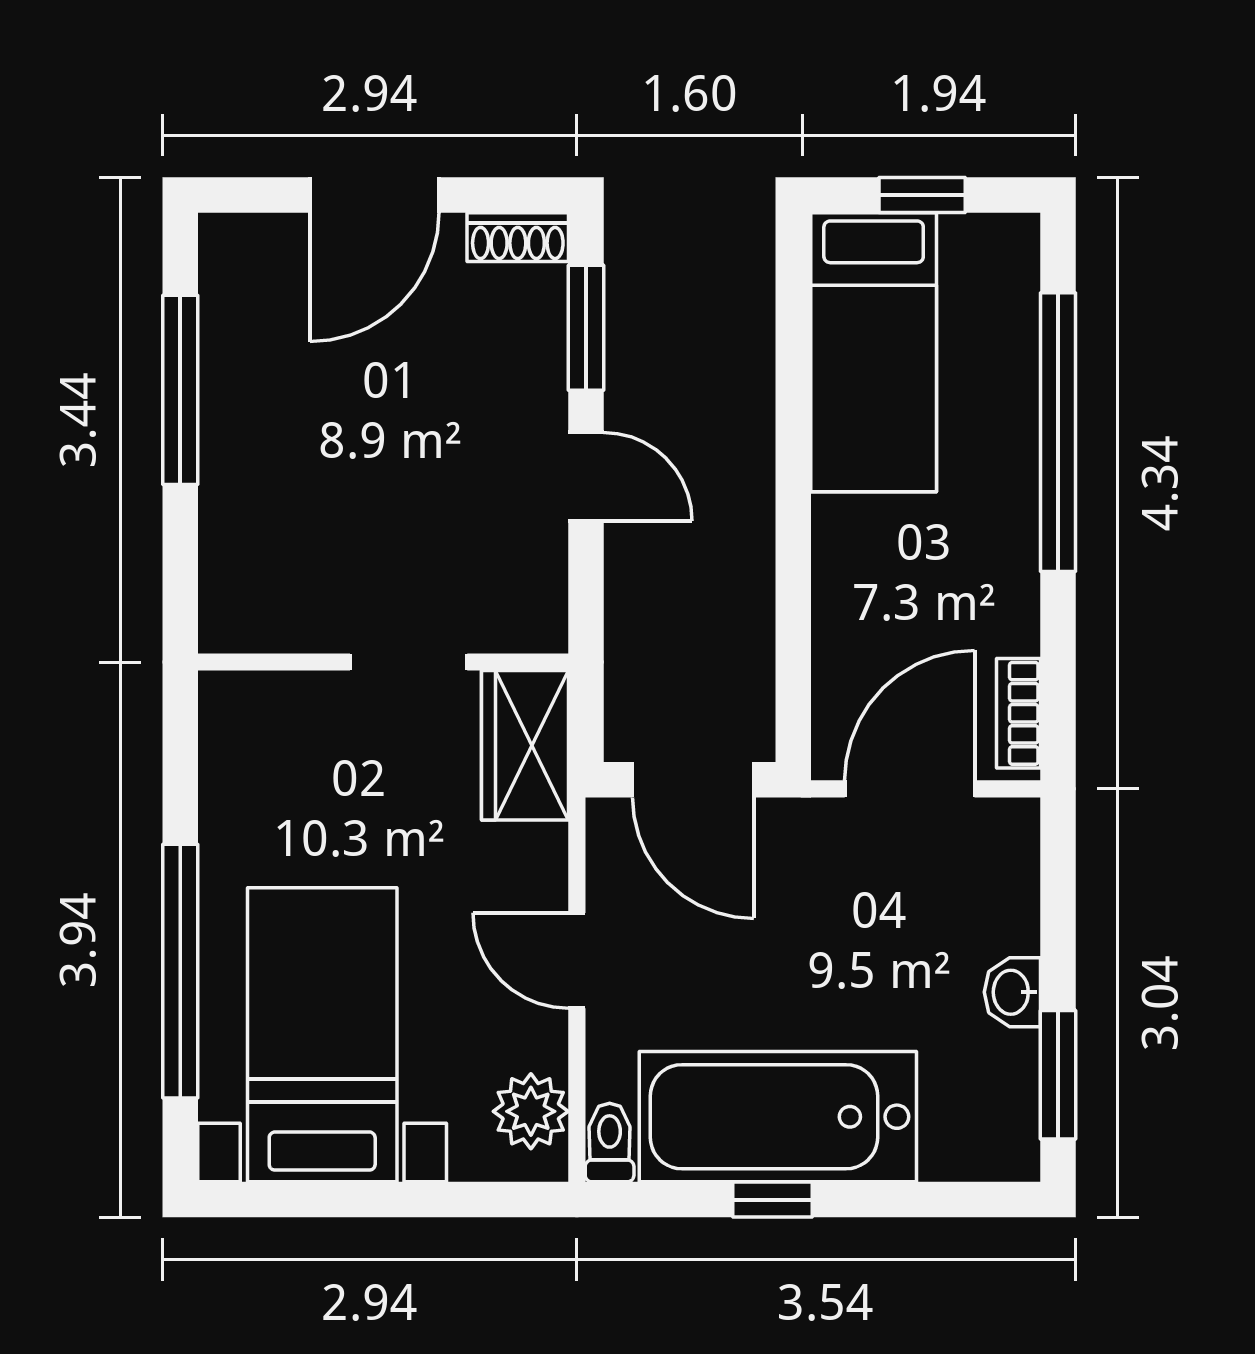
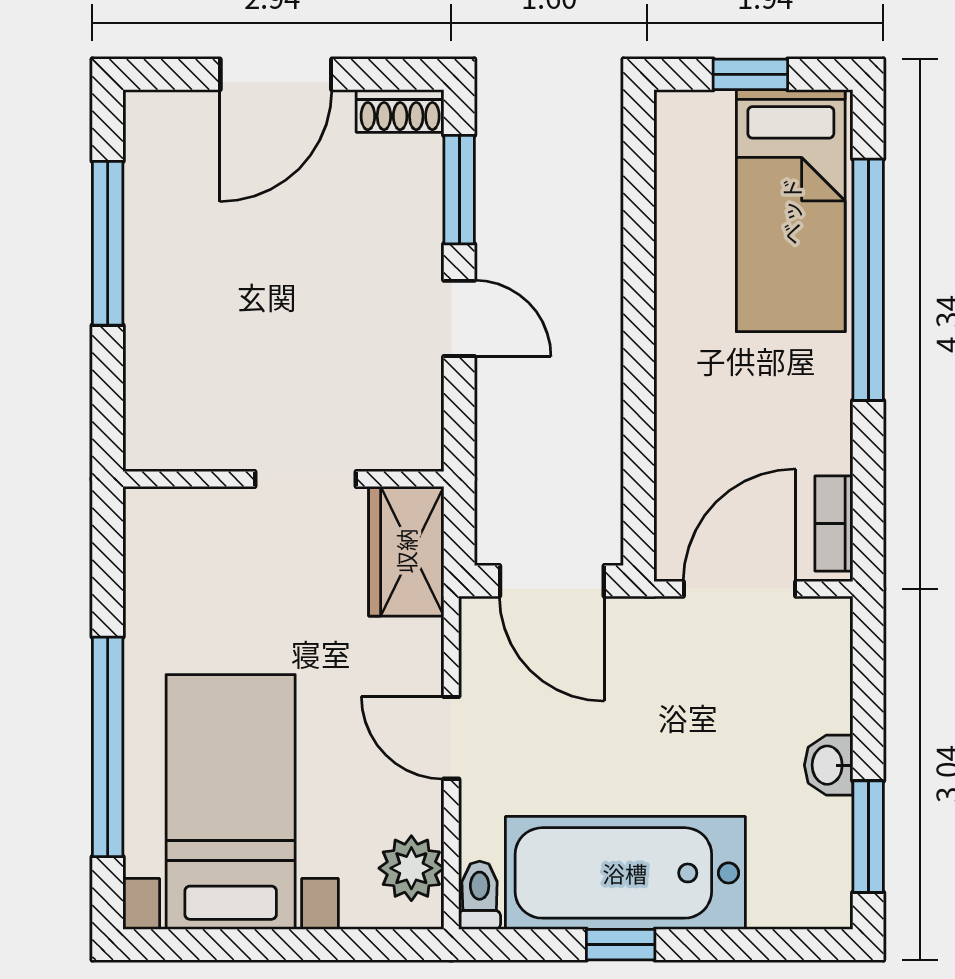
bed: (874, 352) -> (791, 211), moved

